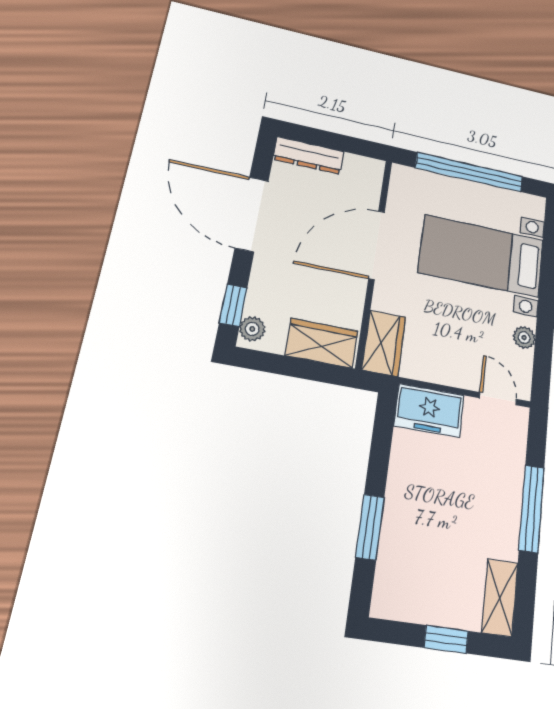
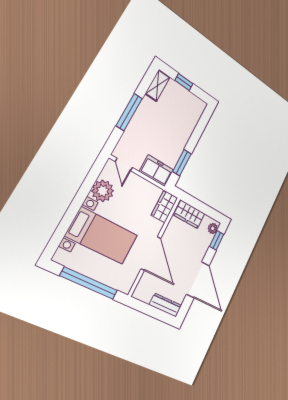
door: (377, 245) -> (151, 253), hinge flipped
plant: (524, 338) -> (103, 191), width x1.88, depth x1.88
window: (370, 527) -> (182, 163), moved

